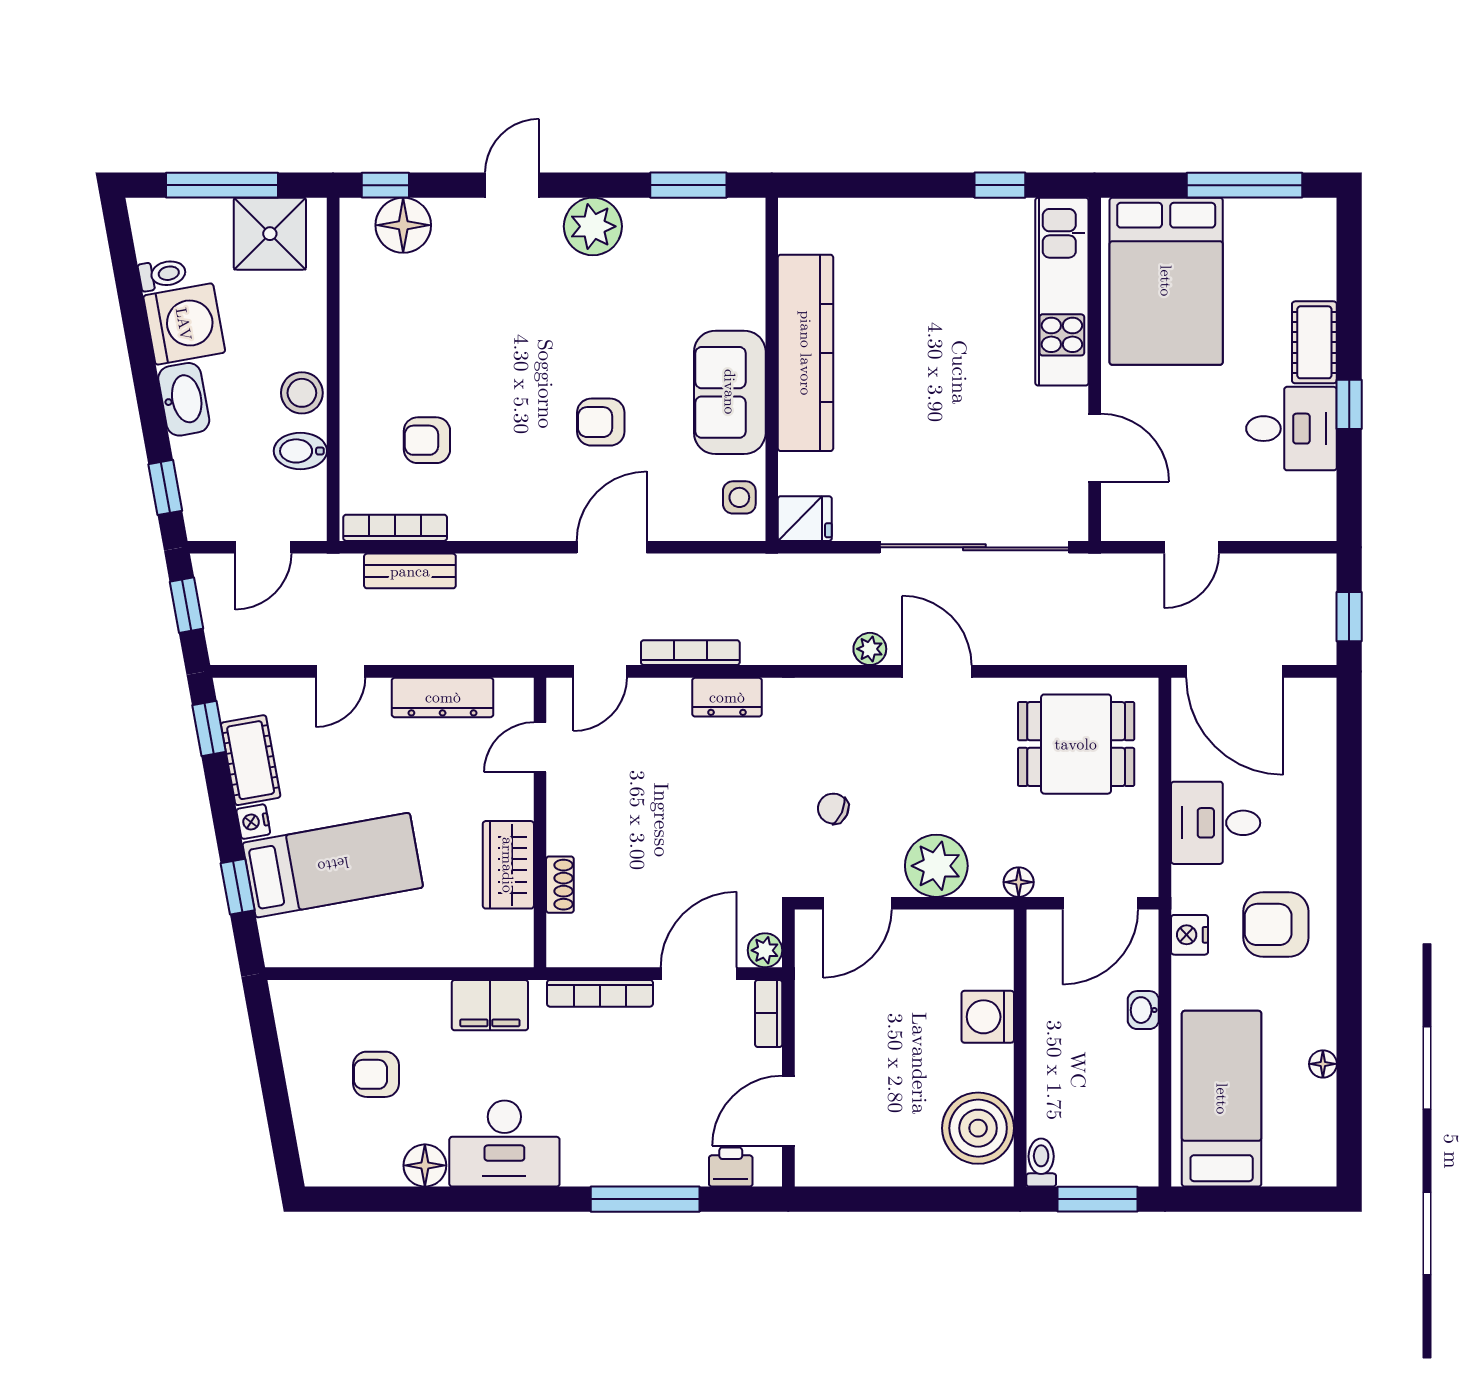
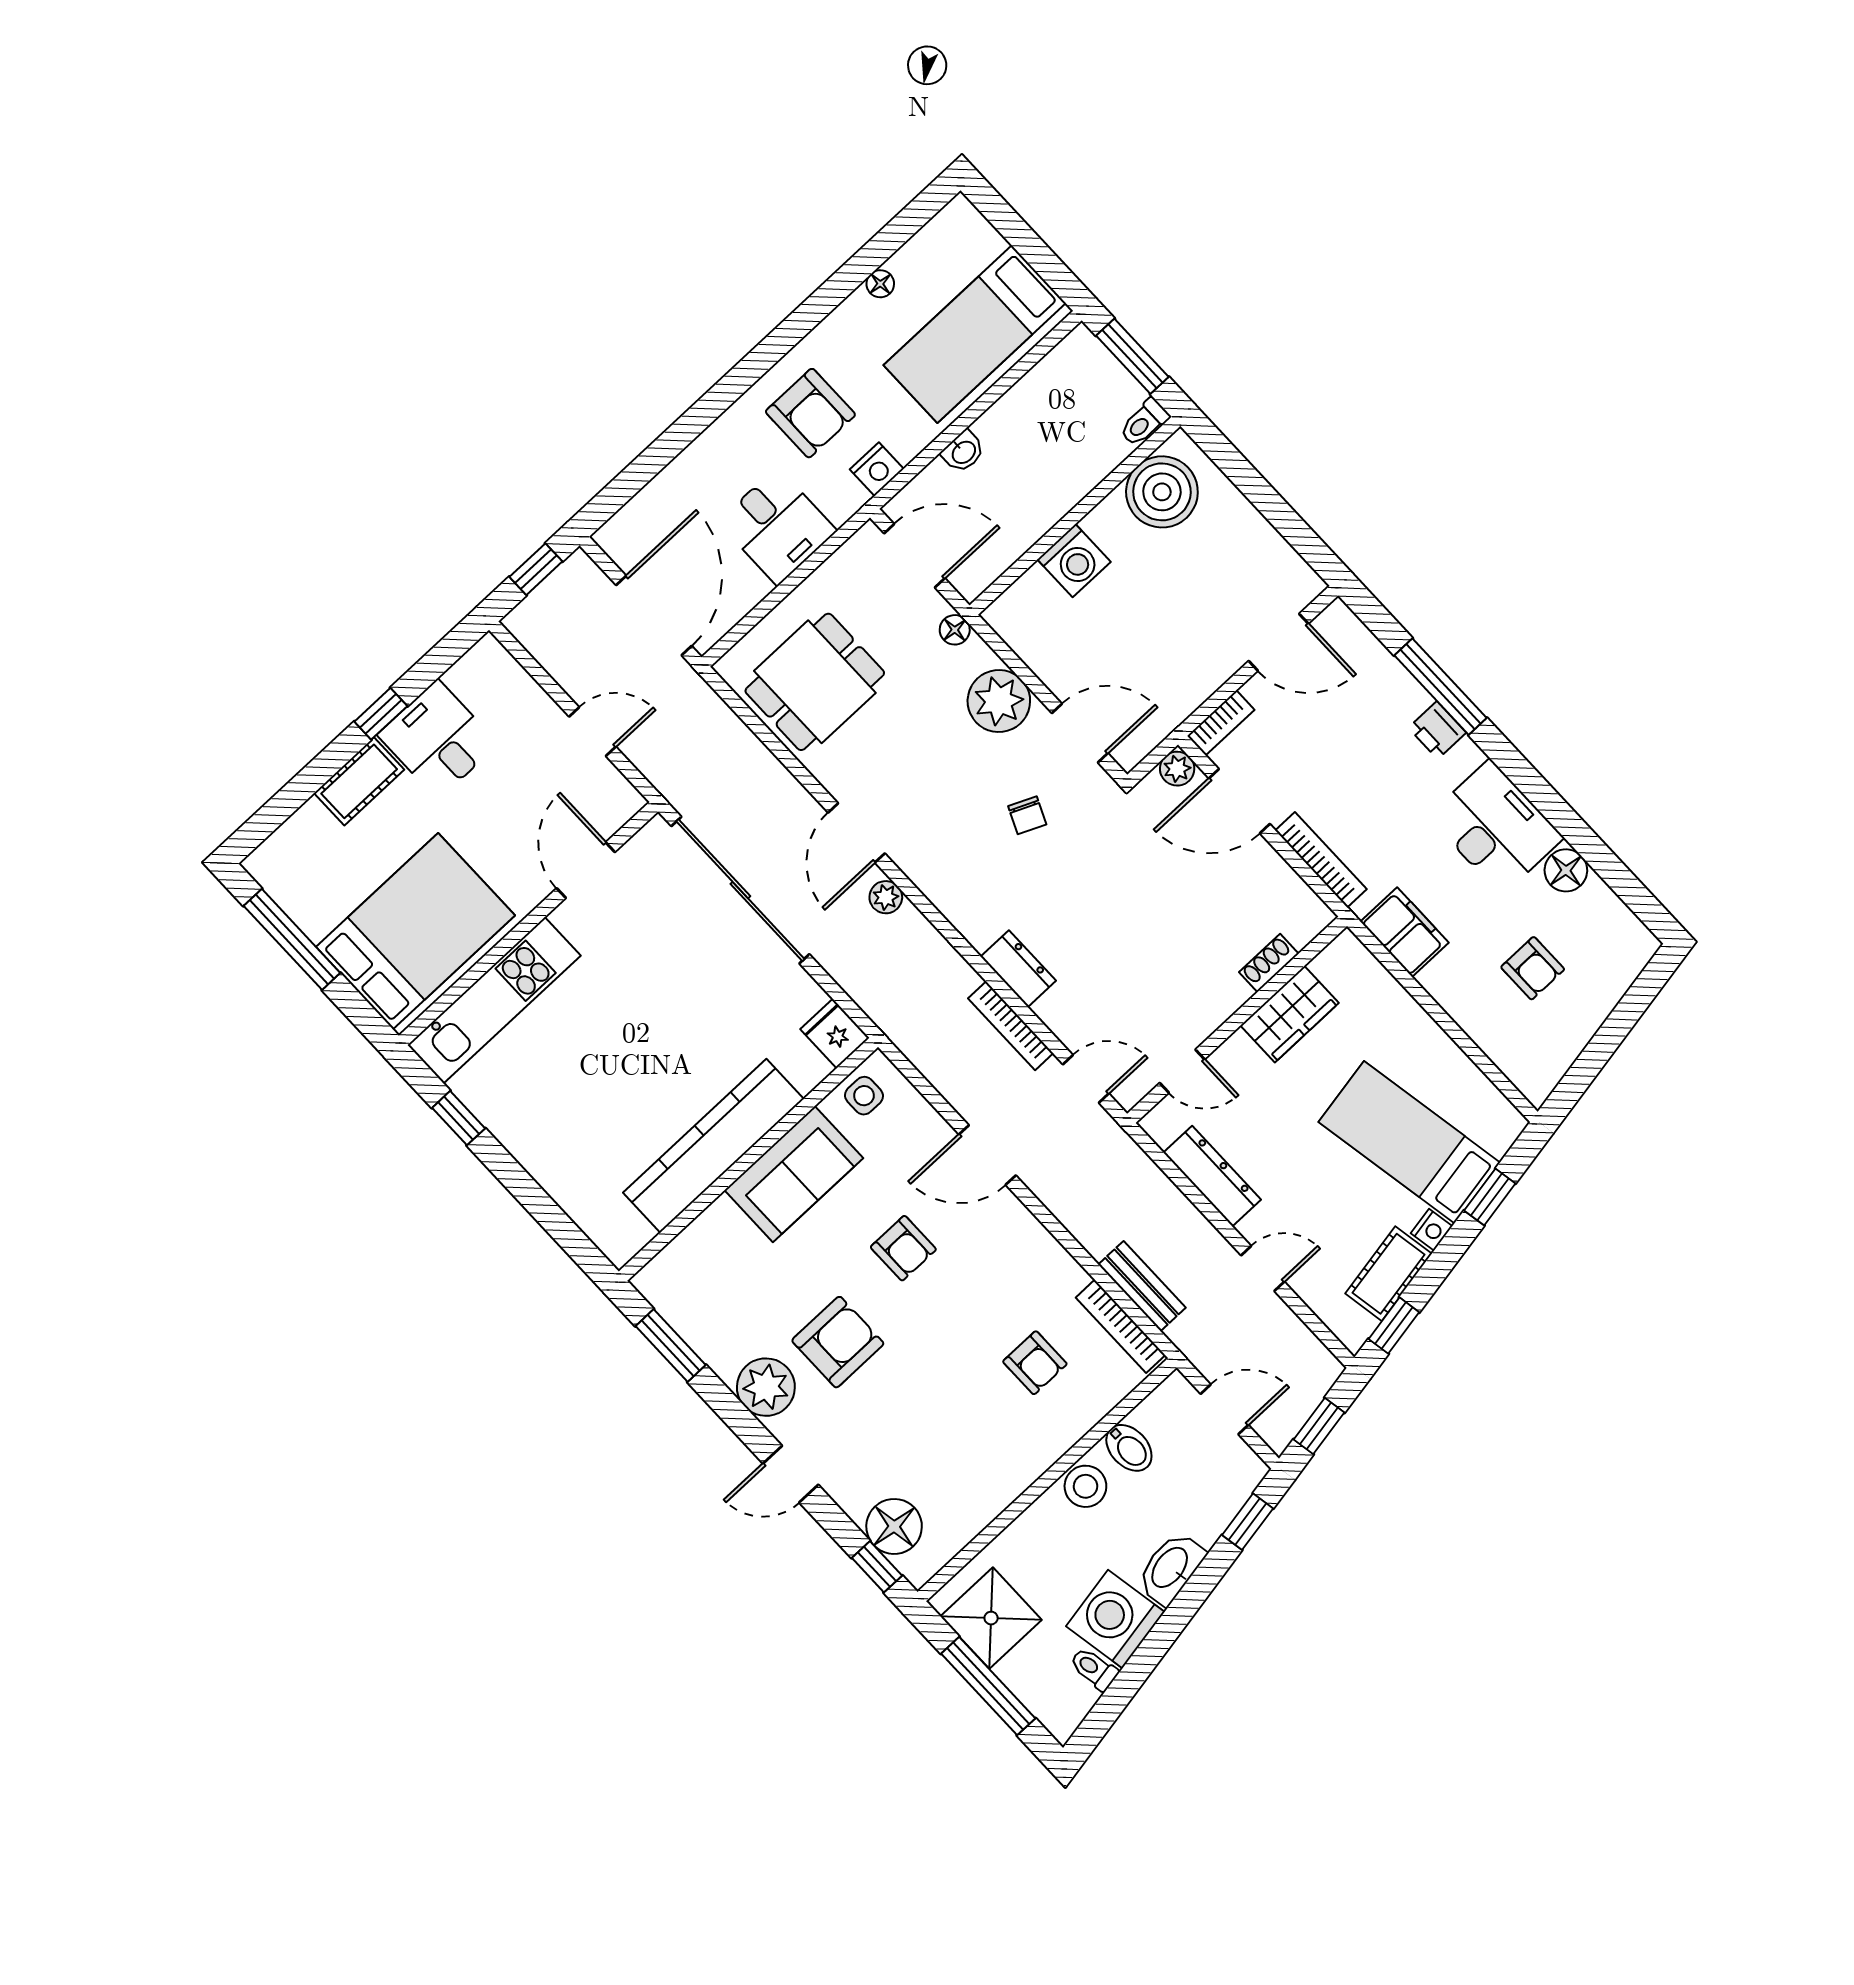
armchair: (577, 310) -> (838, 1342), added
dining table: (1076, 744) -> (815, 682), turned 90
printer: (731, 1167) -> (1437, 730), moved

